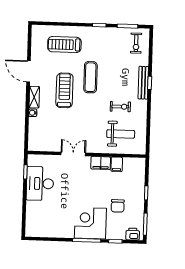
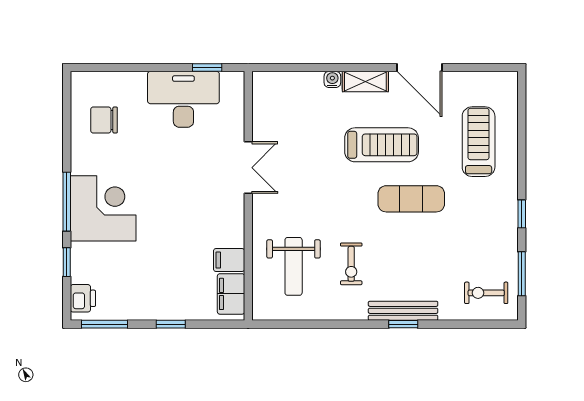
door: (28, 71) -> (419, 68), swing flipped
filing cabinet: (101, 163) -> (231, 294), moved
chair: (118, 206) -> (104, 120), moved

